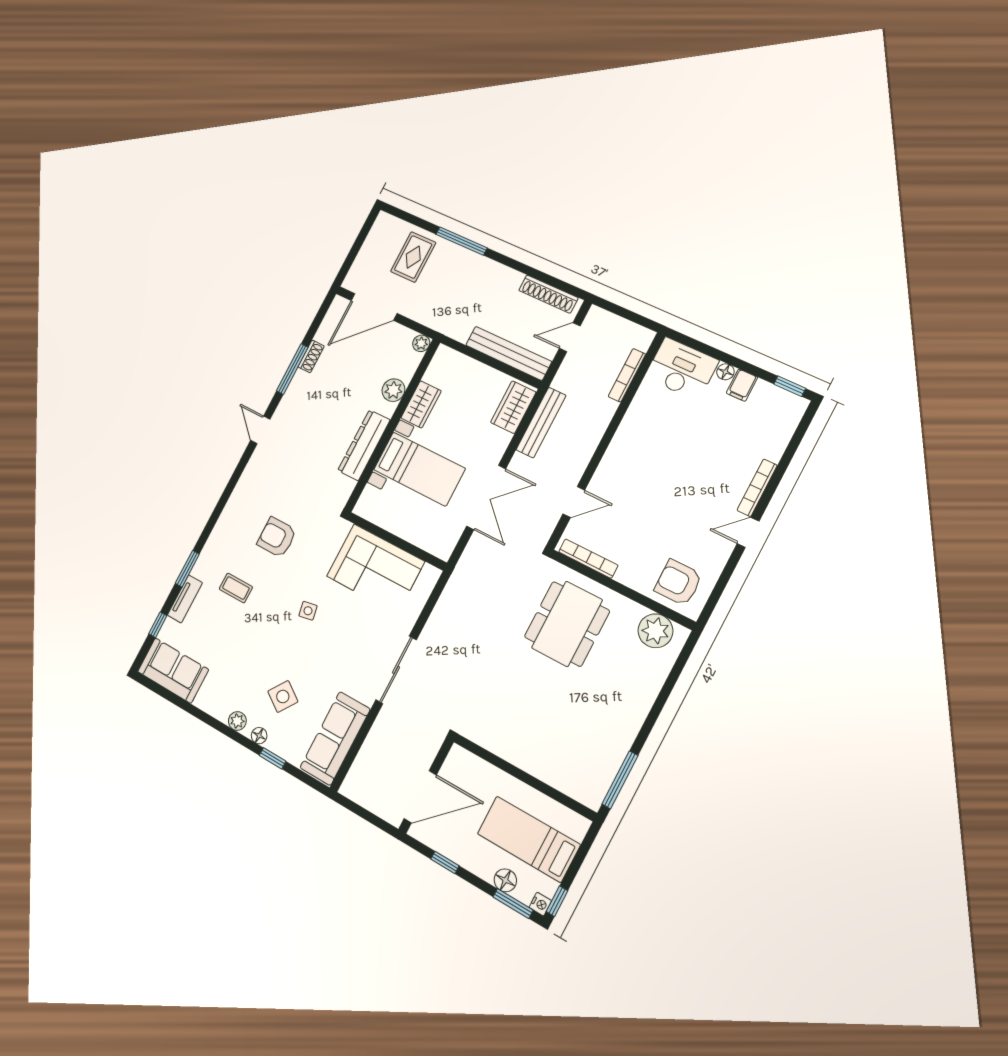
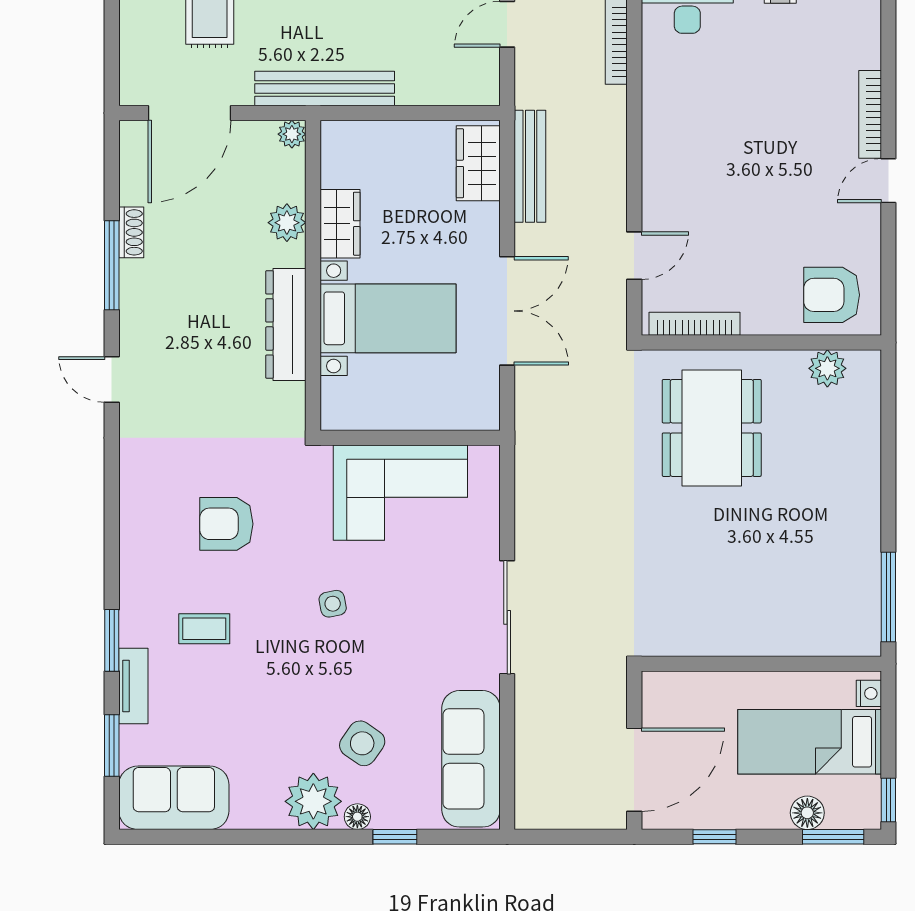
bench: (509, 353) -> (325, 89), moved
window: (158, 625) -> (112, 746), width x1.50
plant: (655, 631) -> (827, 368), width x0.73, depth x0.73
plant: (237, 721) -> (313, 801), width x1.88, depth x1.88
nightstand: (540, 904) -> (869, 693), moved

